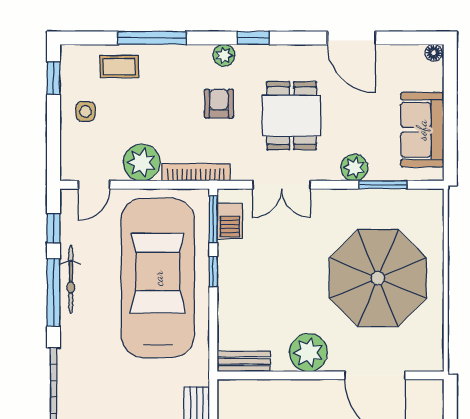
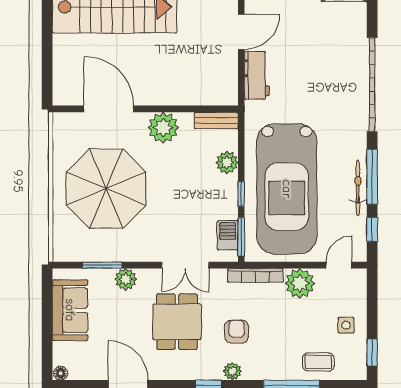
armchair: (219, 104) -> (237, 332), turned 180
double door: (282, 185) -> (185, 265), swing flipped
plant: (231, 310) -> (227, 162), added

